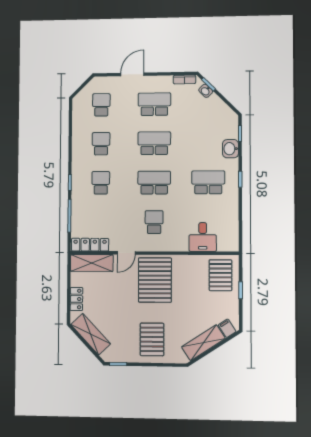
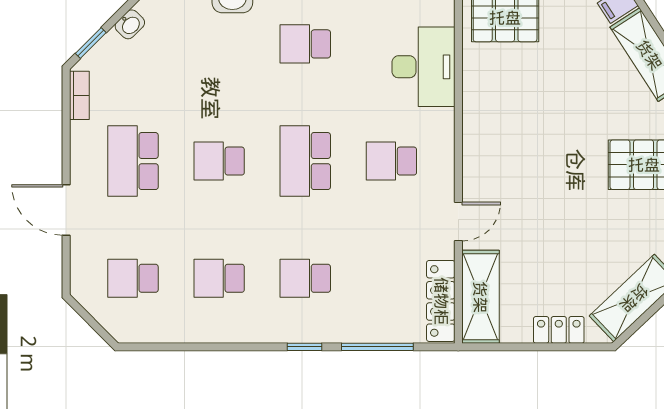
washbasin: (206, 91) -> (130, 24), moved
school desk: (154, 143) -> (219, 161), width x0.54
school desk: (208, 182) -> (305, 44), width x0.54
desk: (203, 237) -> (423, 67), width x1.37
door: (126, 253) -> (458, 222), hinge flipped
pallet: (155, 280) -> (516, 159), removed

